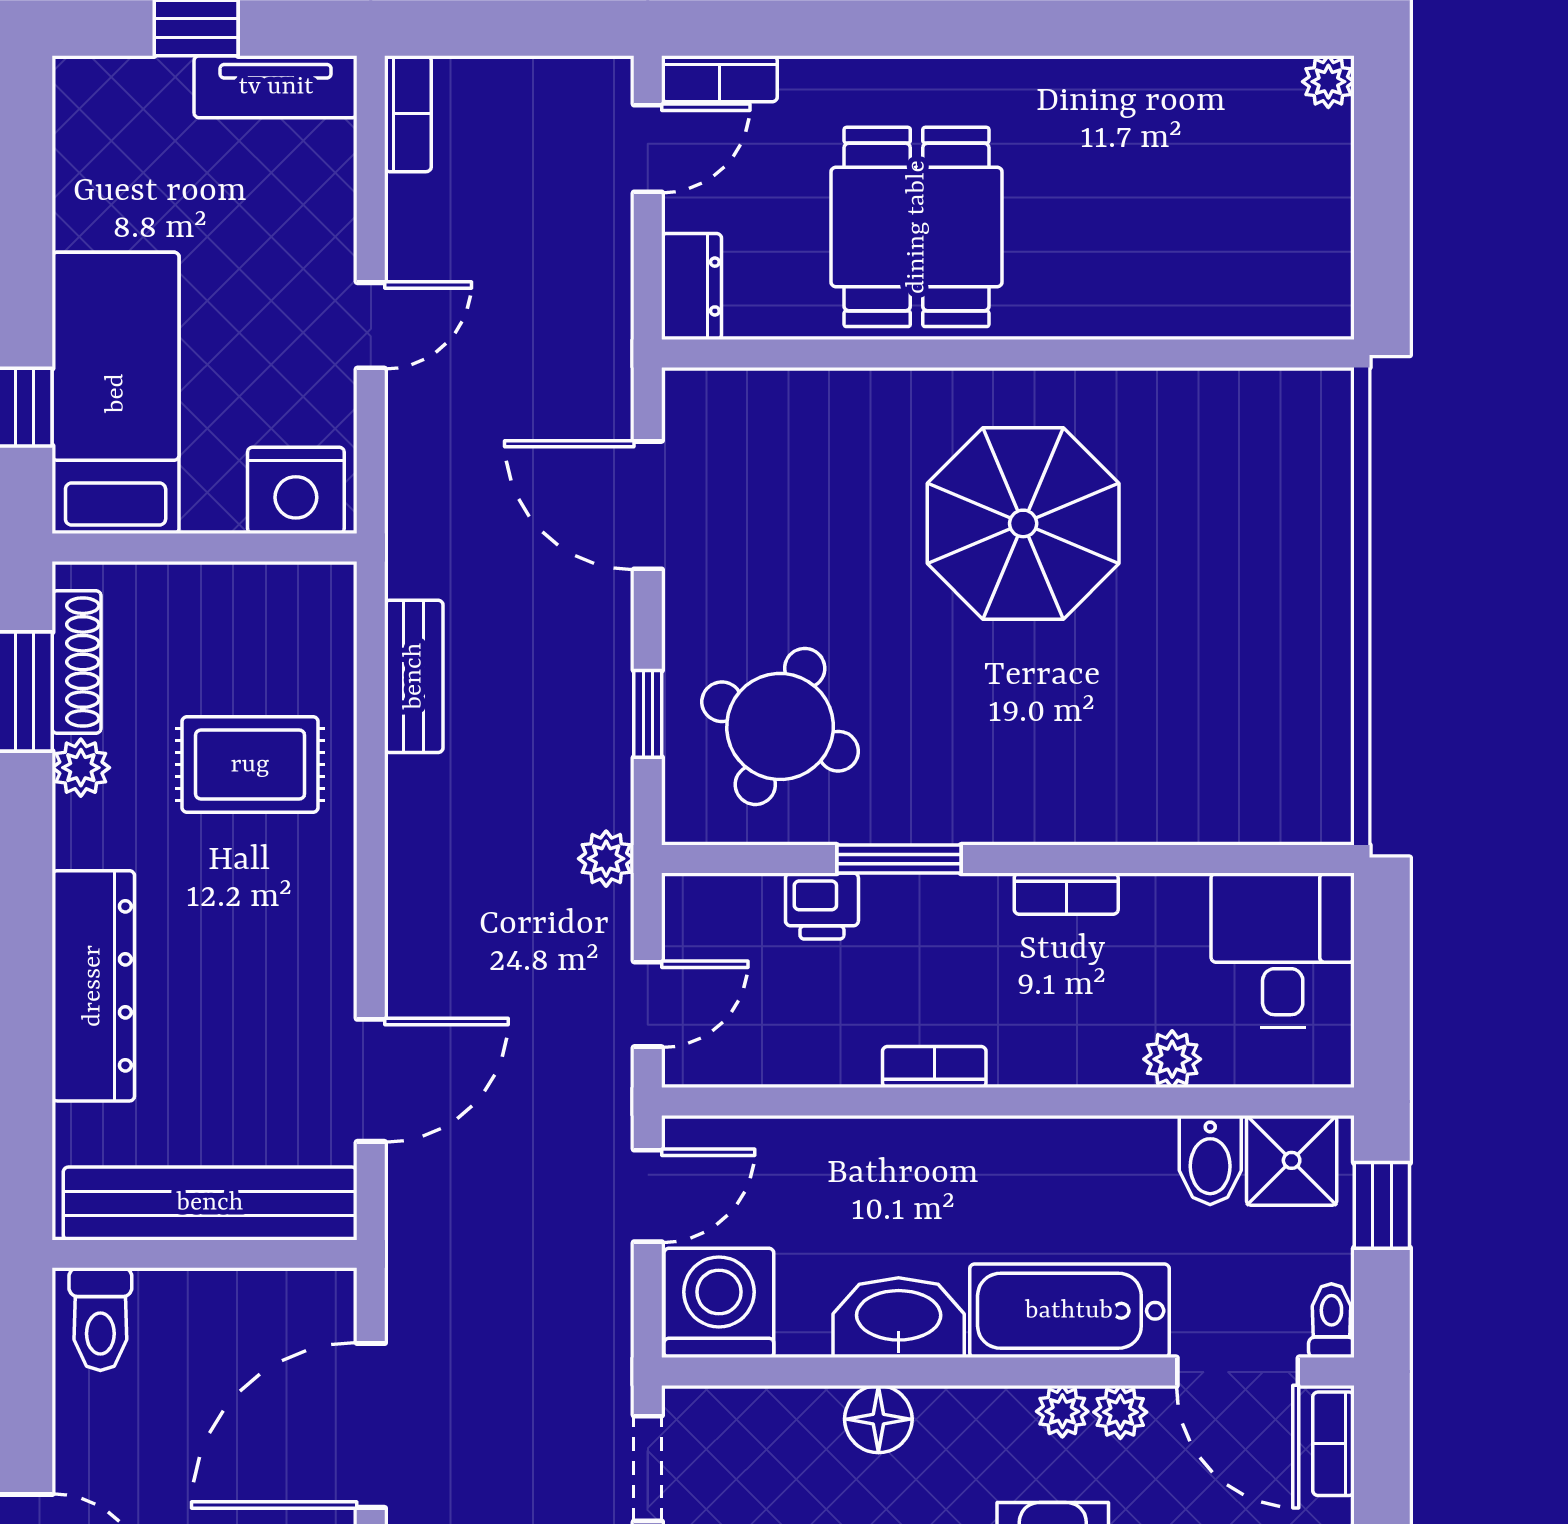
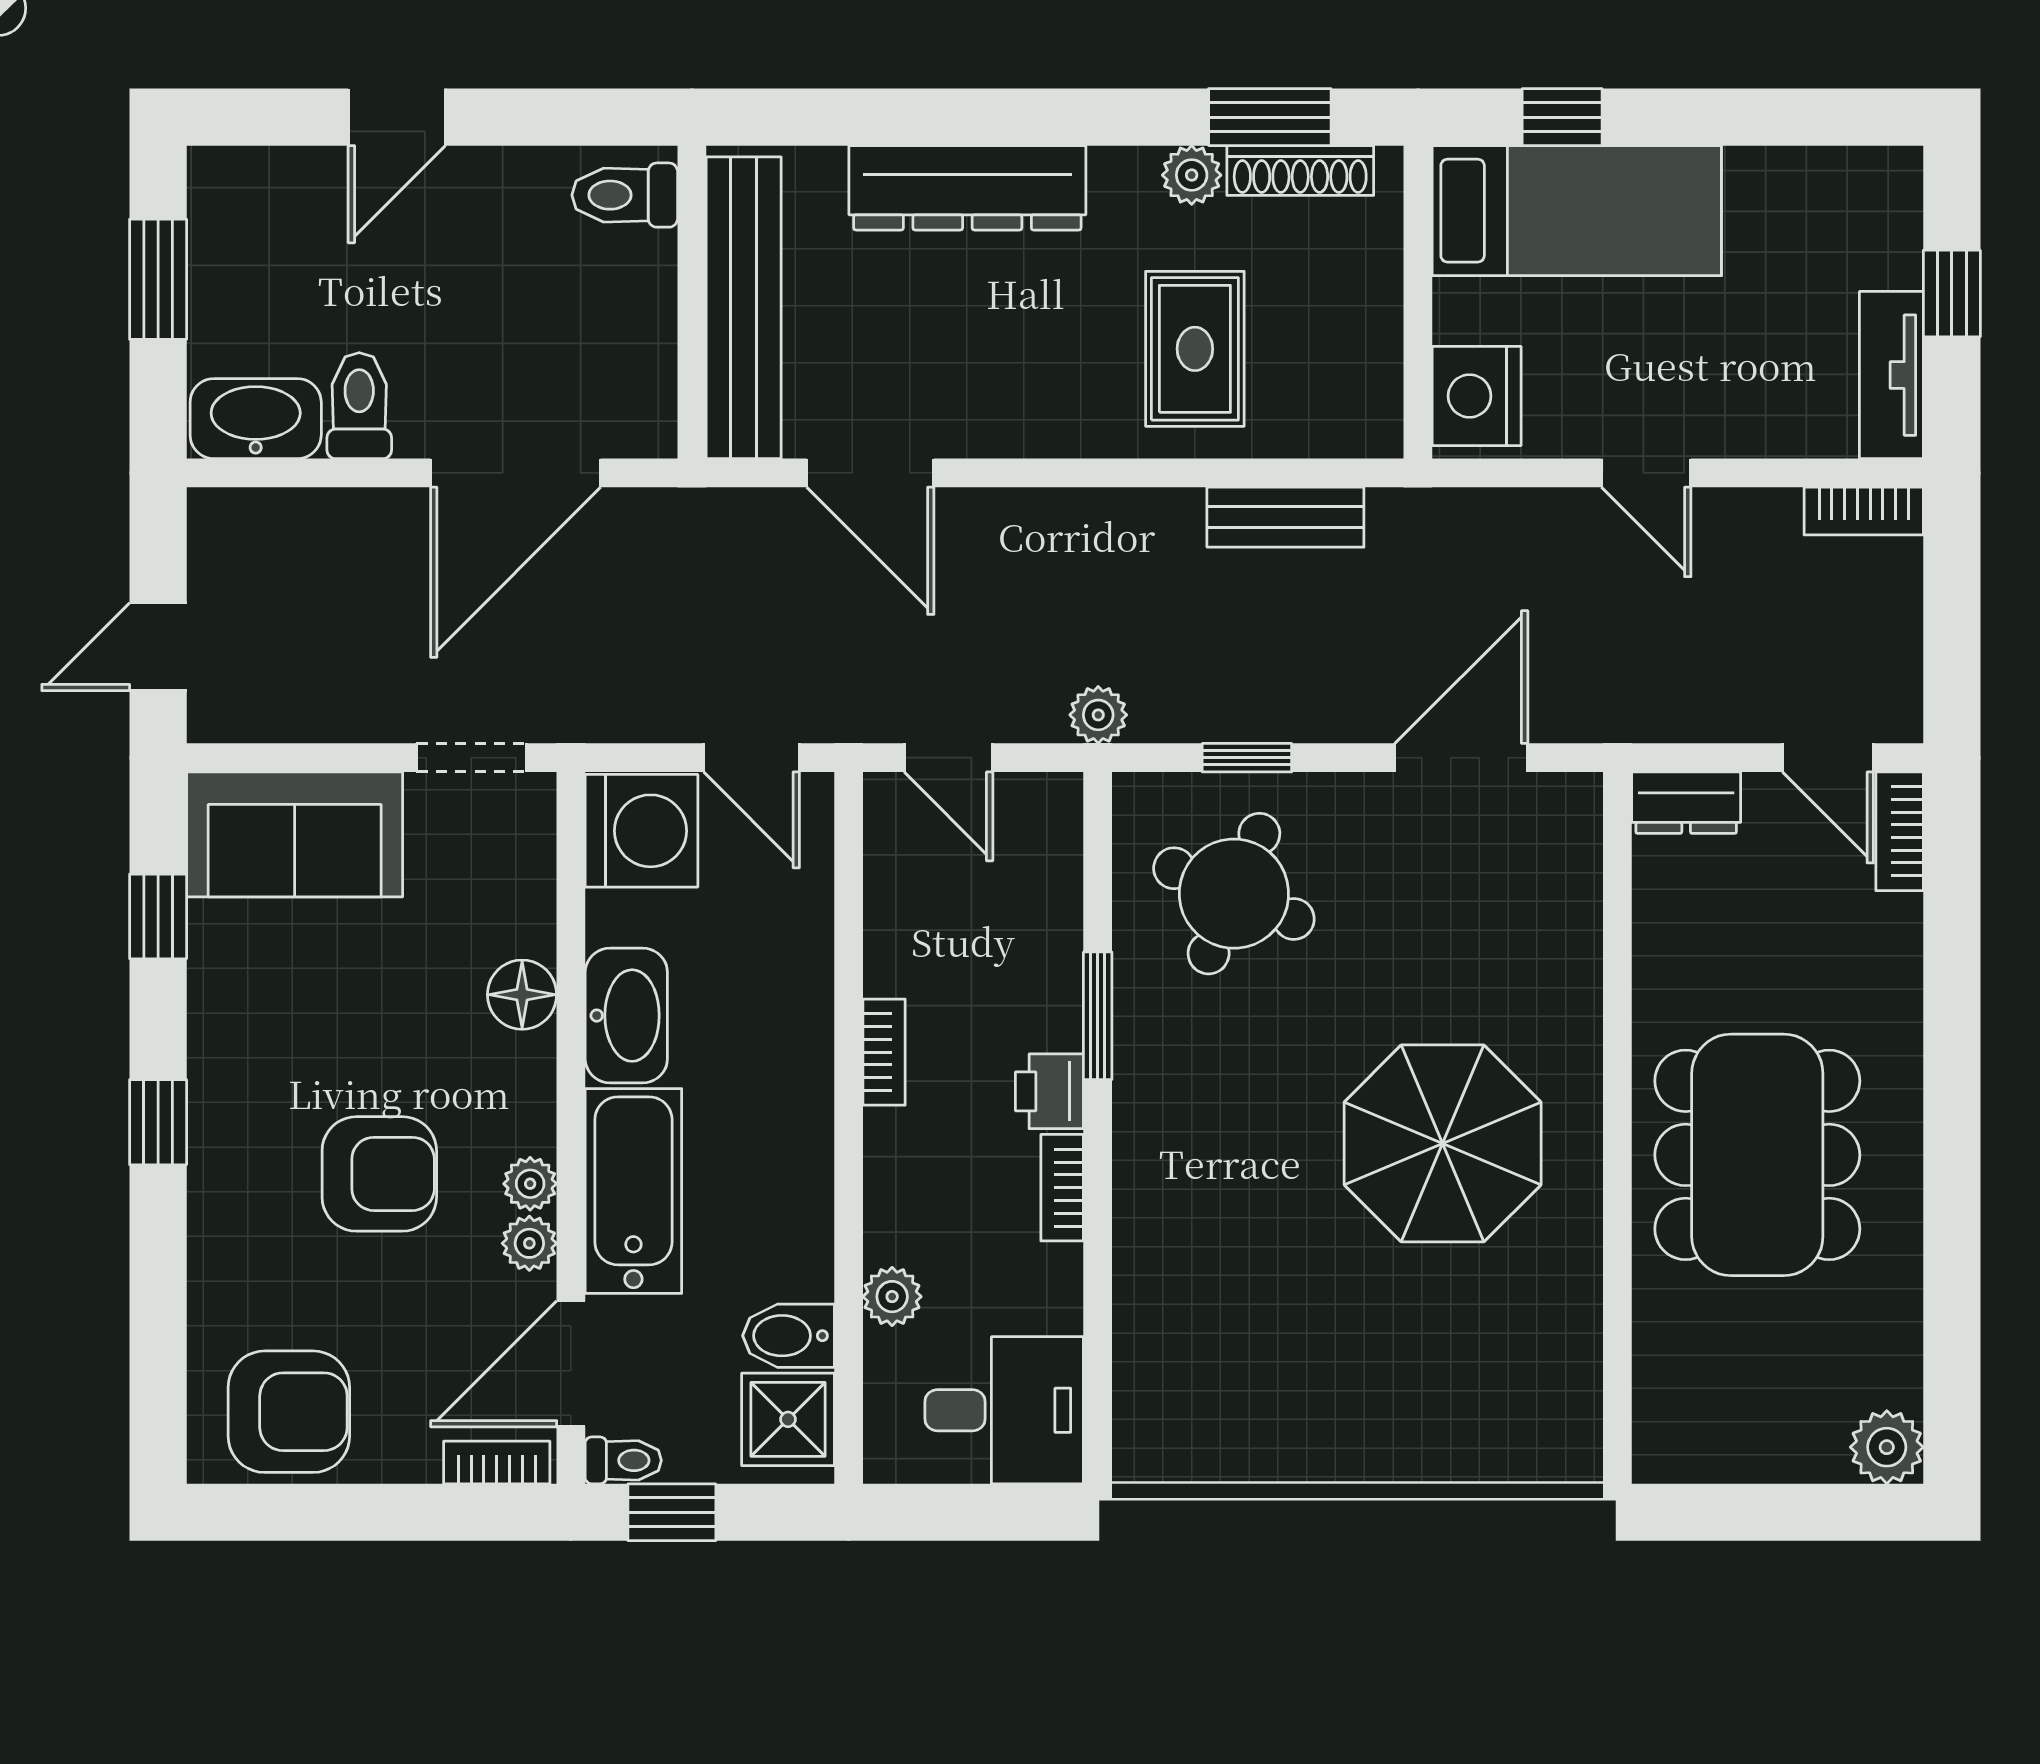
plant: (1328, 82) -> (1887, 1447), width x1.38, depth x1.38
dining table: (917, 227) -> (1757, 1155), moved, width x1.38
printer: (822, 906) -> (1049, 1091), moved
window: (1382, 1205) -> (672, 1512), moved
door: (371, 1425) -> (516, 473), swing flipped

